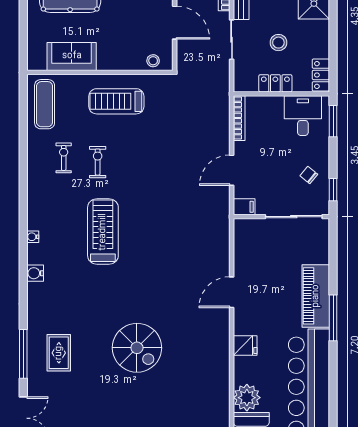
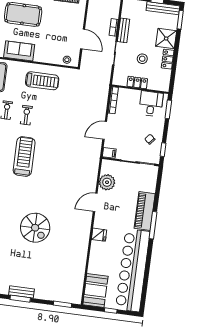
locker: (321, 75) -> (168, 59), moved
treadmill: (116, 101) -> (42, 81), turned 180
plant: (247, 398) -> (107, 182), moved

